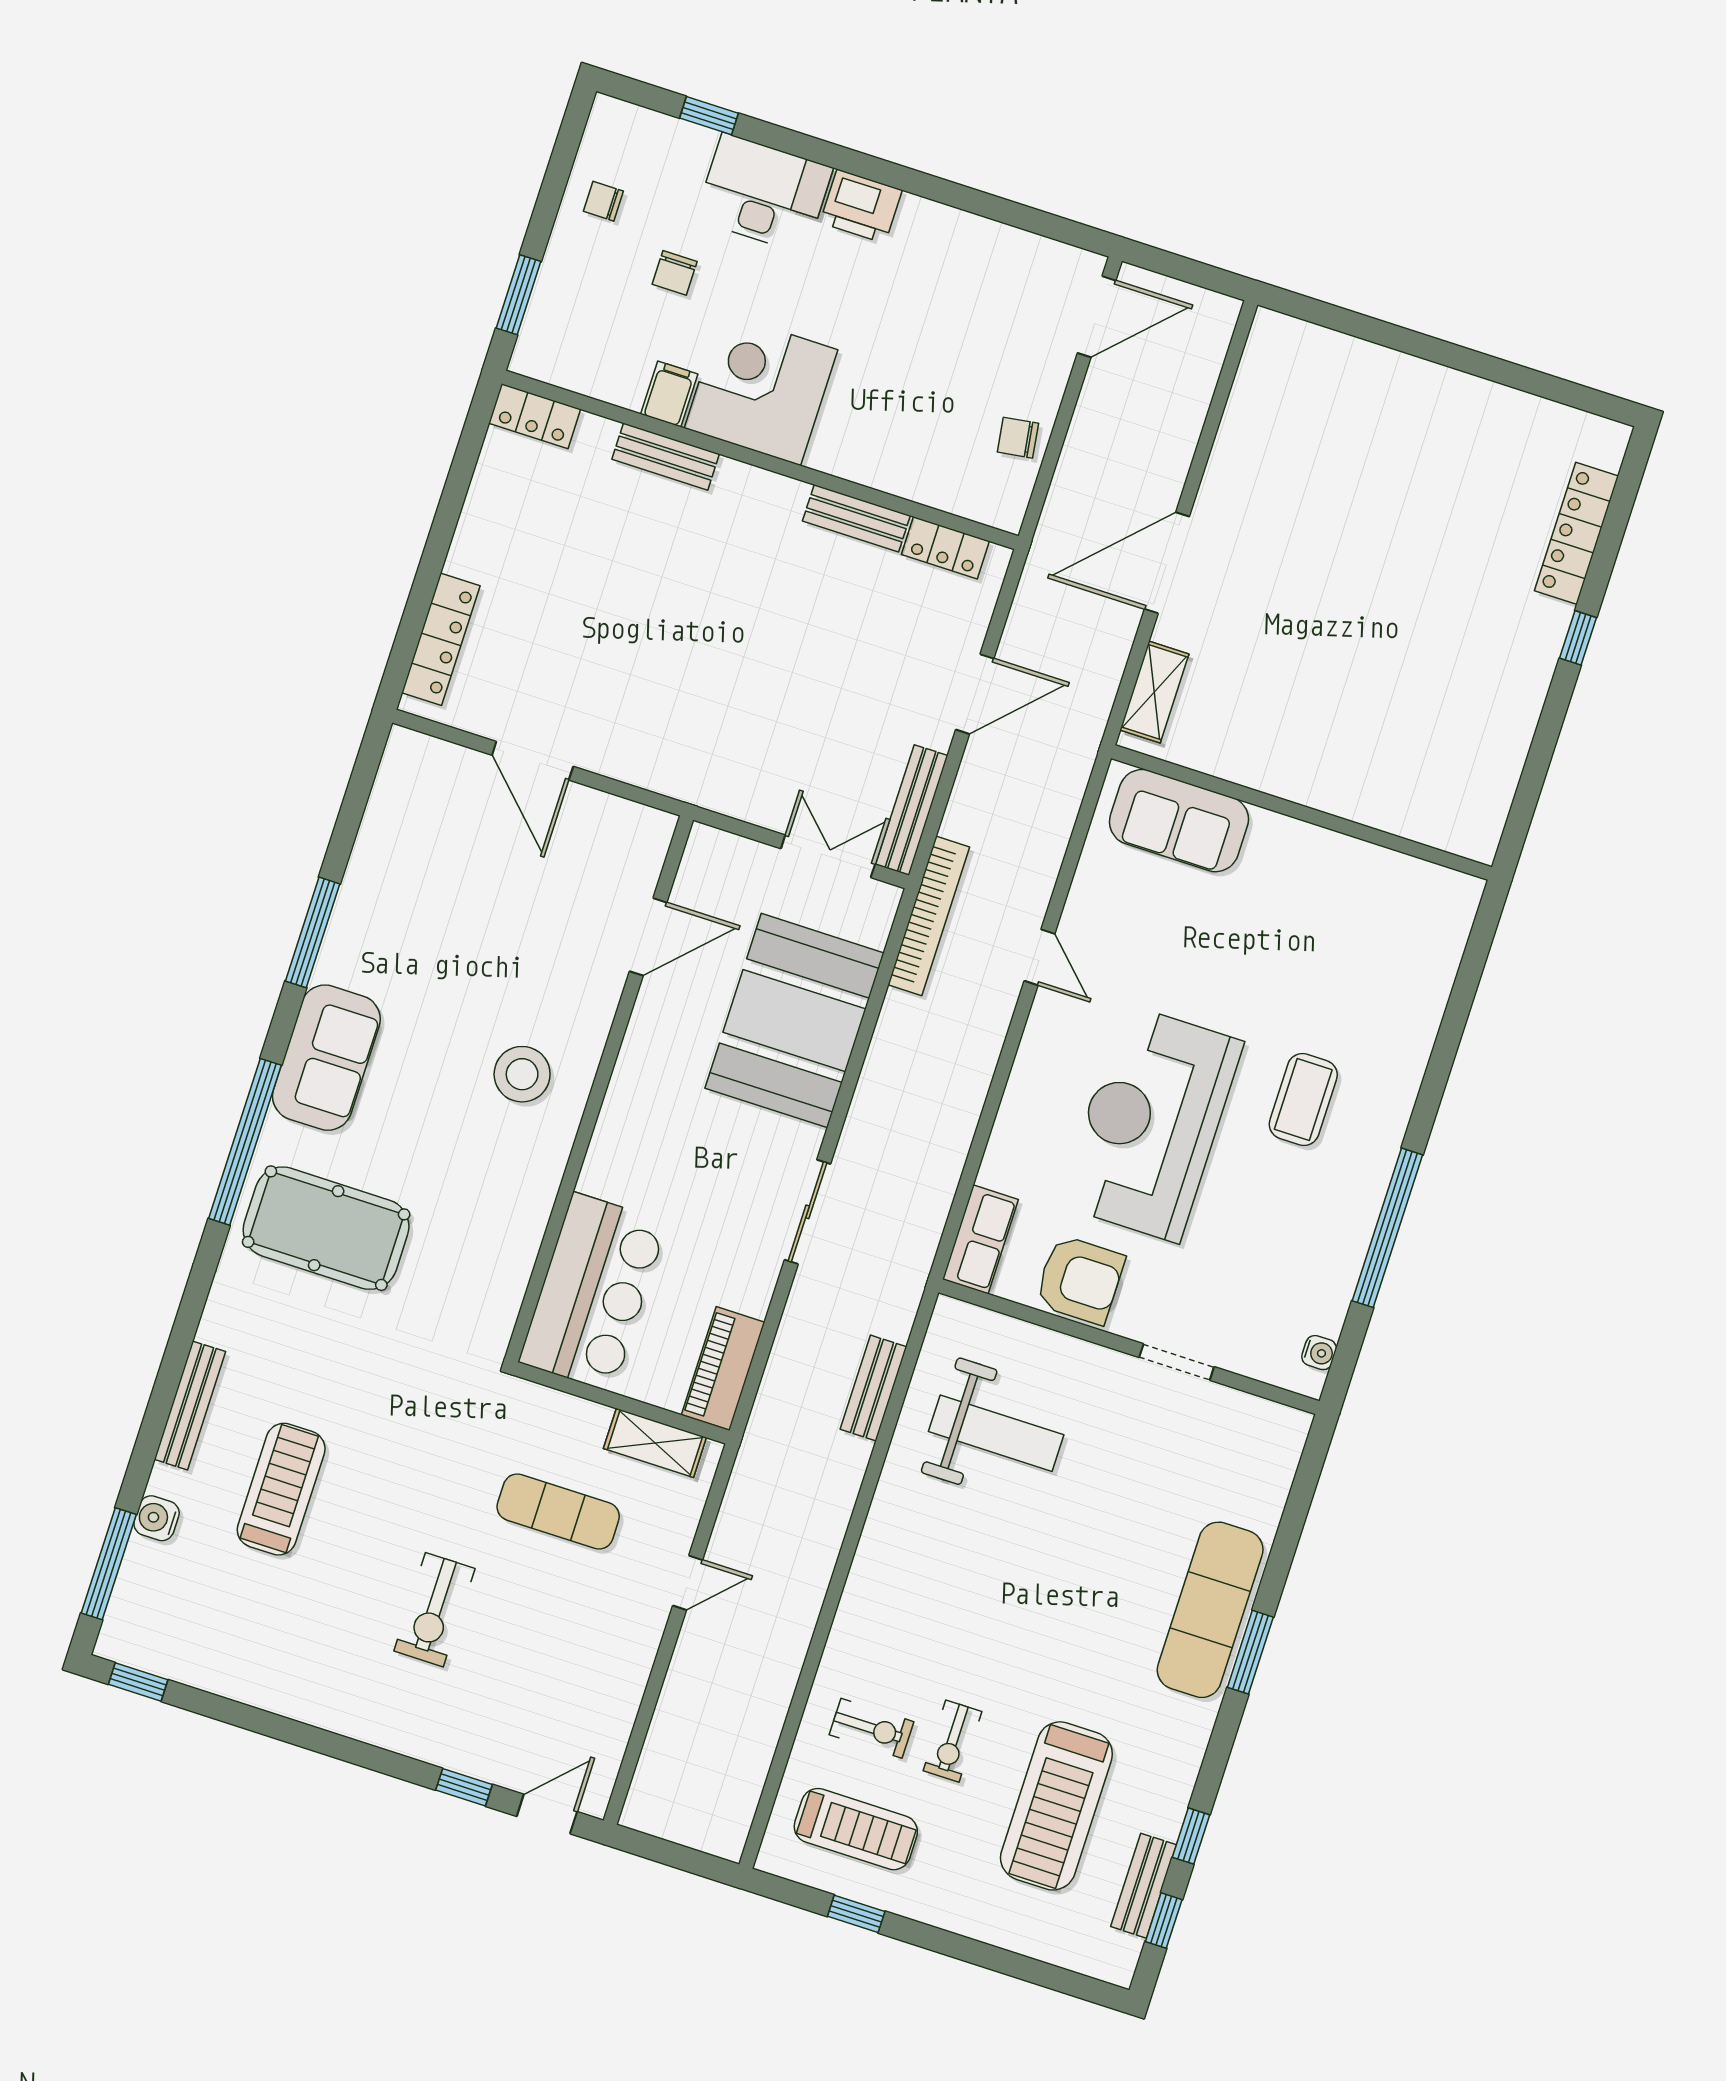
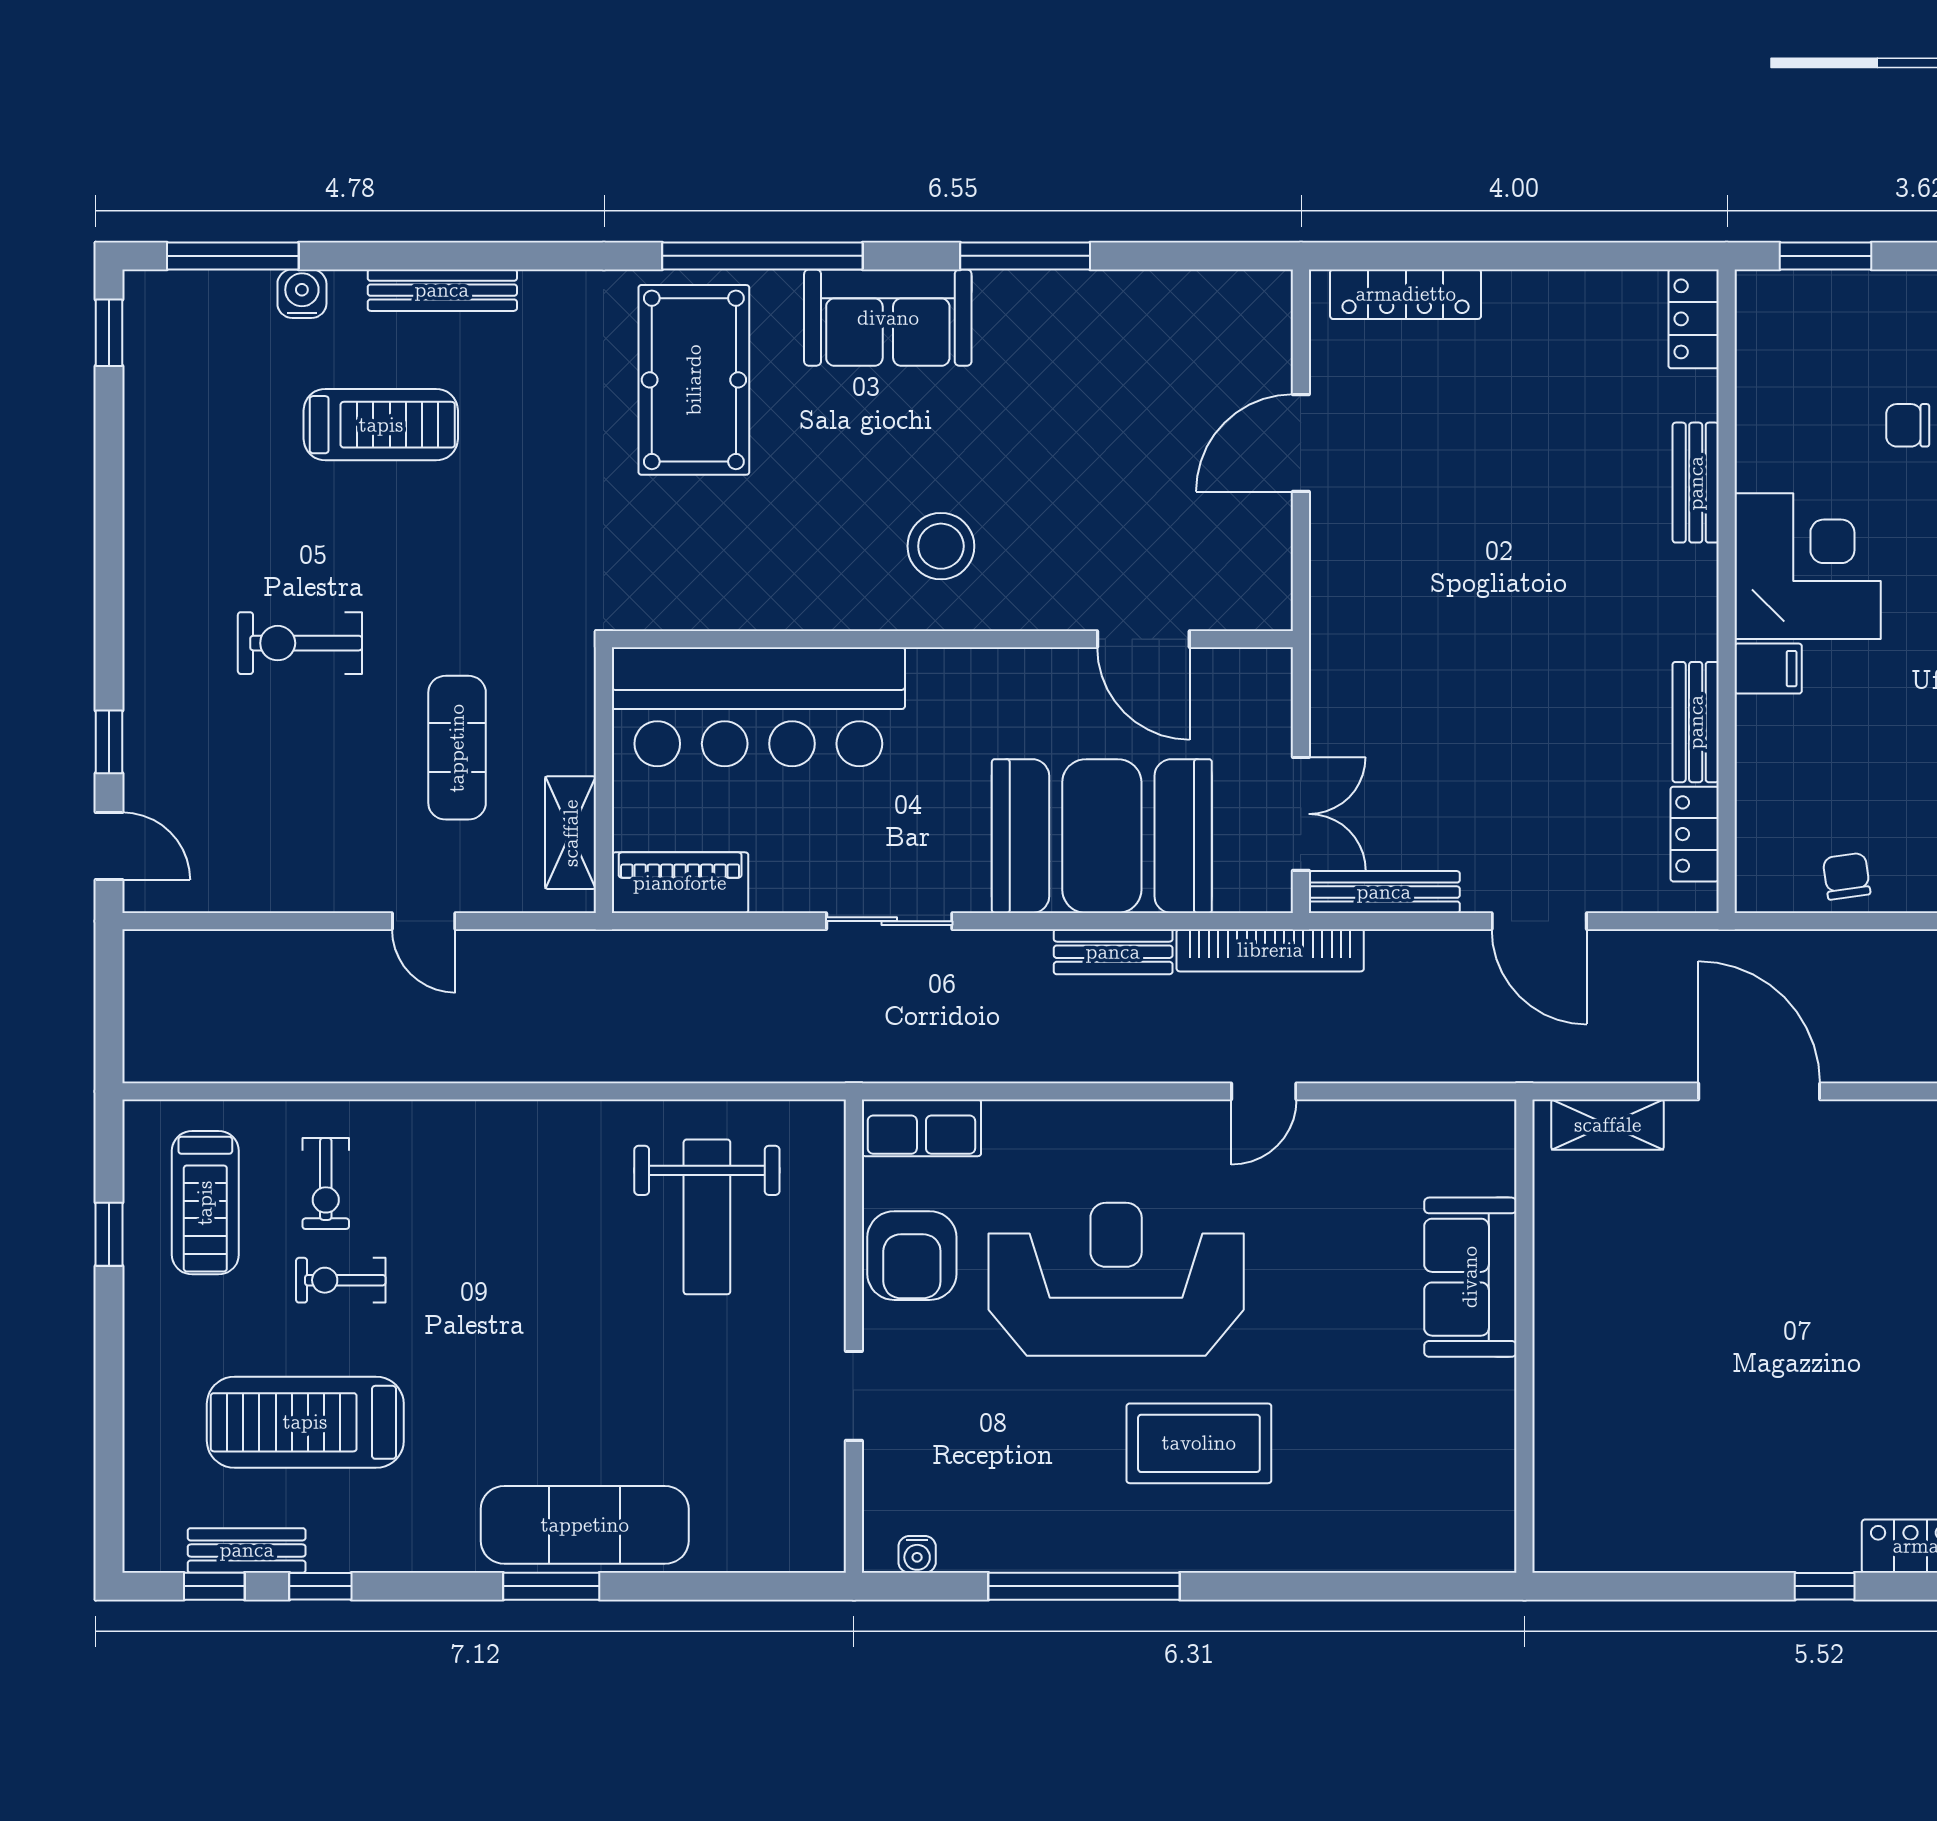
filing cabinet: (669, 394) -> (1768, 669), moved
sofa: (1179, 821) -> (1470, 1277), moved
coffee table: (1303, 1100) -> (1199, 1443), width x1.36, depth x1.32
bar counter: (593, 1292) -> (758, 707), width x1.36
bench: (873, 1388) -> (1113, 952), moved

